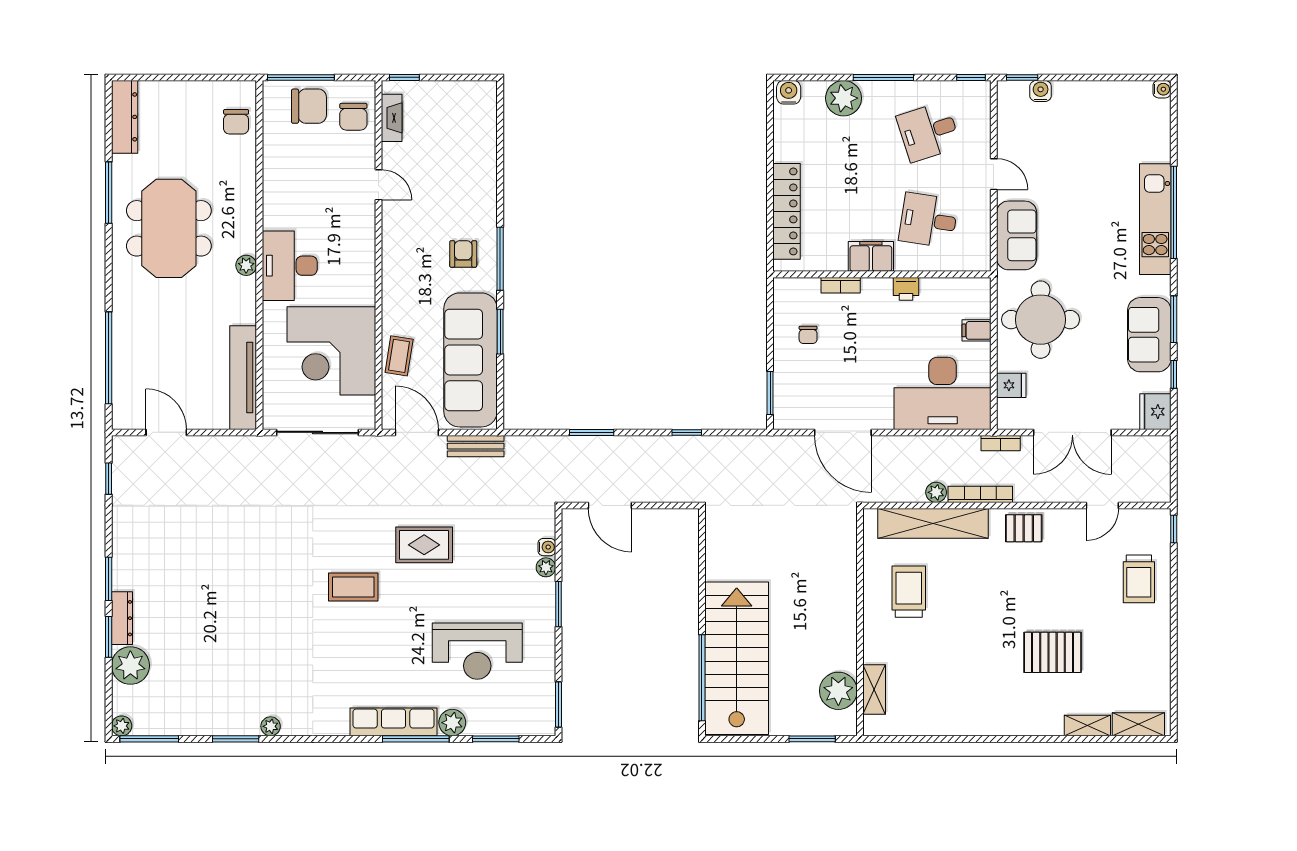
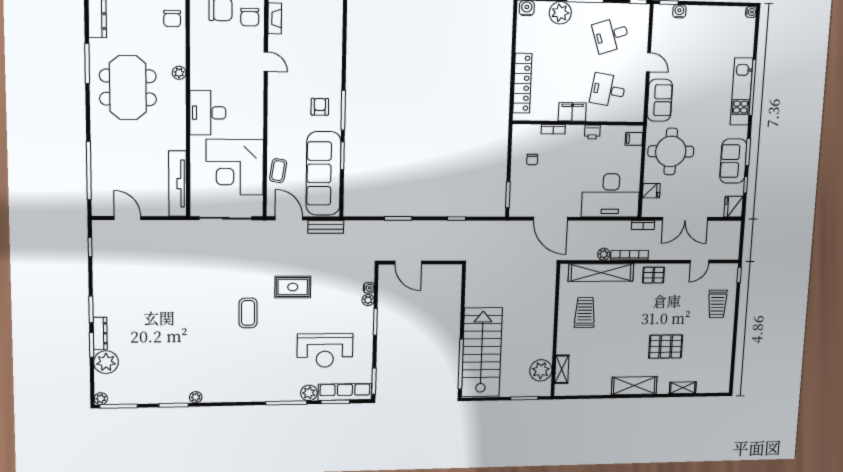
plant: (246, 265) -> (179, 73), moved
filing cabinet: (977, 330) -> (634, 139), moved
coffee table: (353, 587) -> (248, 313), turned 90
row of seats: (394, 722) -> (345, 392), moved
shelving: (1138, 724) -> (634, 386), moved, width x1.50, depth x1.33

